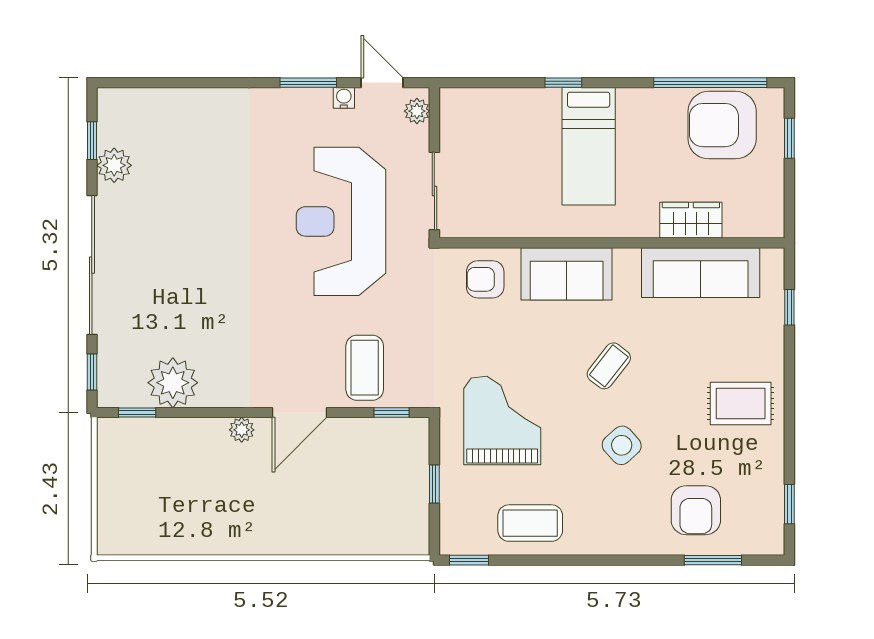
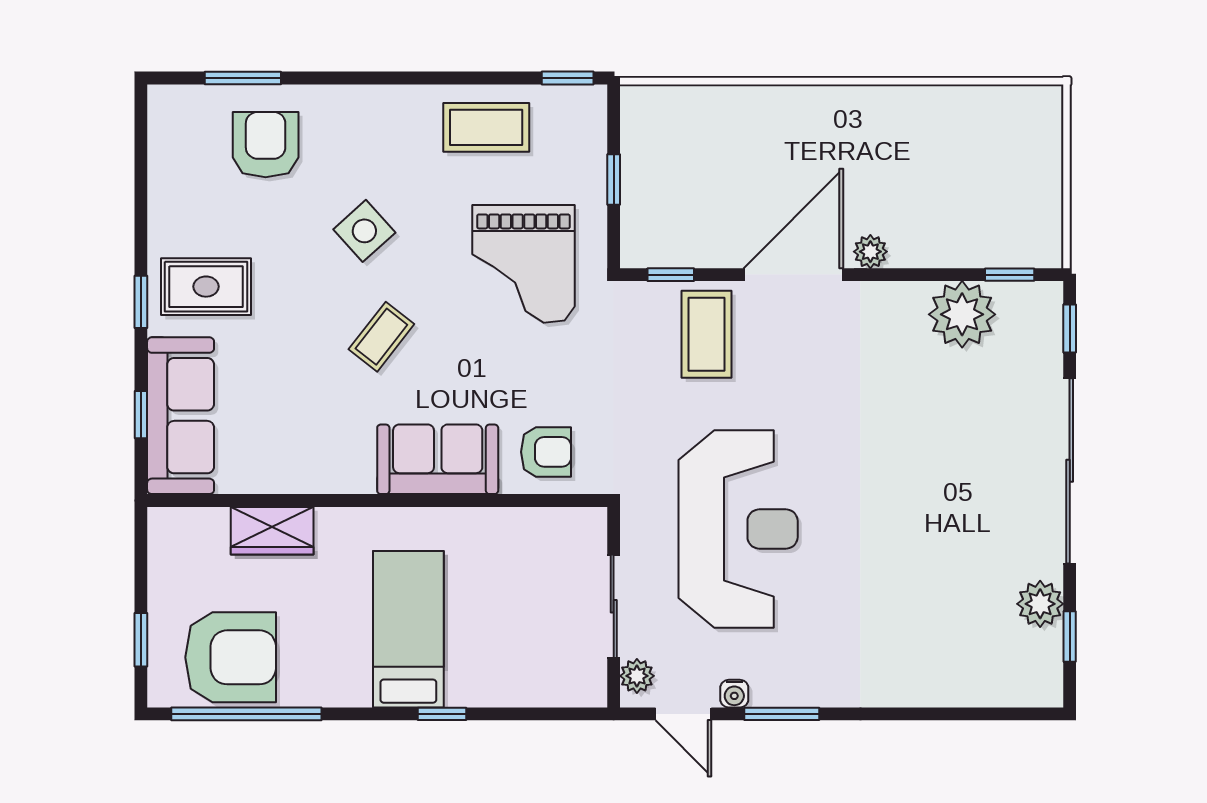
sliding door: (434, 191) -> (614, 606), moved
sofa: (701, 273) -> (181, 416), moved, turned 90
door: (299, 412) -> (793, 275), width x1.36
window: (789, 504) -> (141, 302), moved

